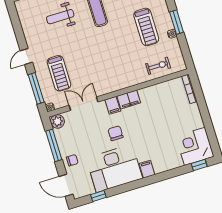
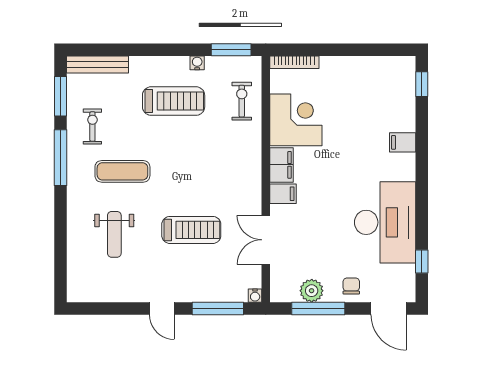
window: (177, 22) -> (231, 50), moved
treadmill: (59, 73) -> (191, 230), moved
plant: (57, 121) -> (312, 291), moved
chair: (115, 133) -> (329, 203), removed
corner desk: (195, 146) -> (296, 120), moved, turned 180
filing cabinet: (147, 169) -> (403, 142), moved
door: (66, 185) -> (389, 308), hinge flipped

